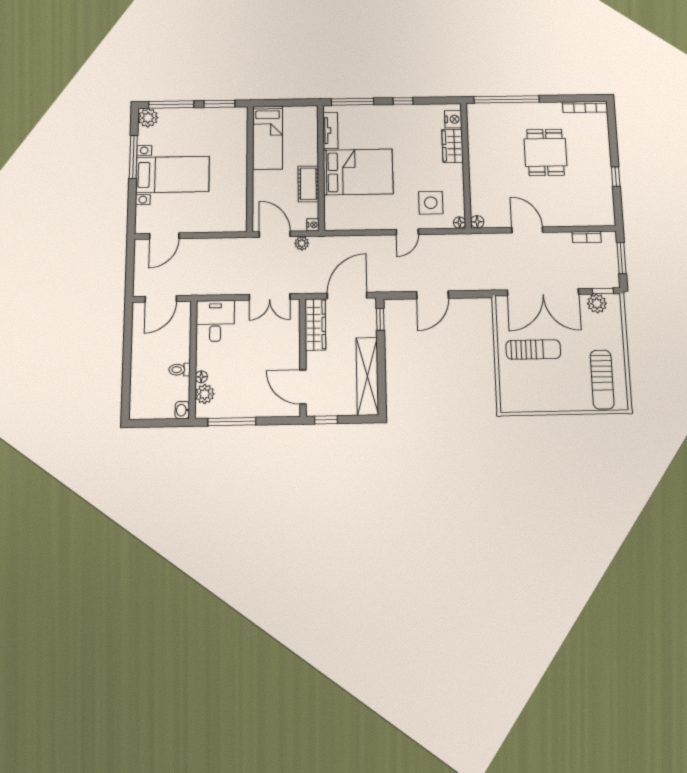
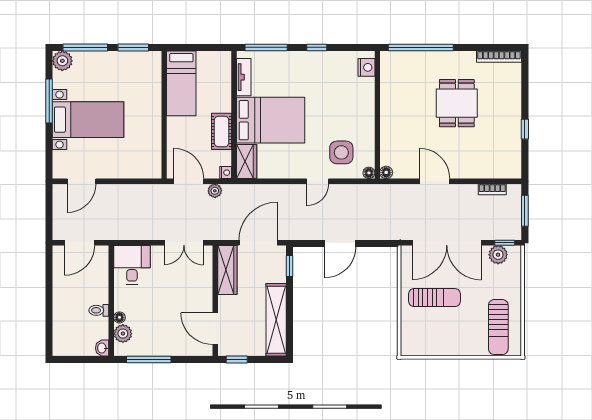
wardrobe: (453, 146) -> (247, 162), moved, turned 180

